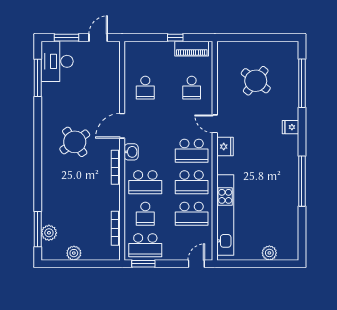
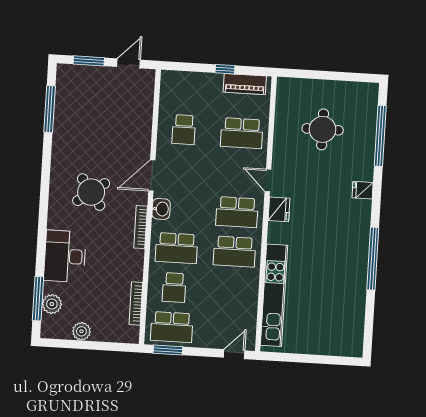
desk: (57, 61) -> (65, 256), moved
round table: (256, 81) -> (323, 129), turned -38
school desk: (192, 88) -> (242, 133), width x1.85
school desk: (192, 214) -> (232, 291), removed
plant: (269, 253) -> (326, 346), removed

